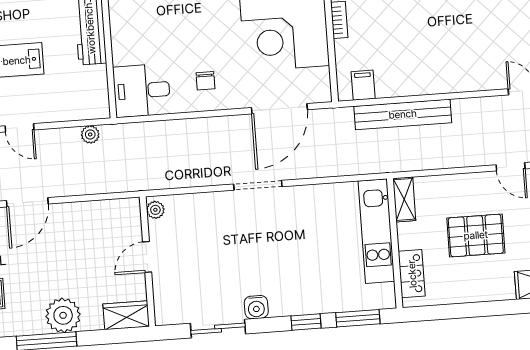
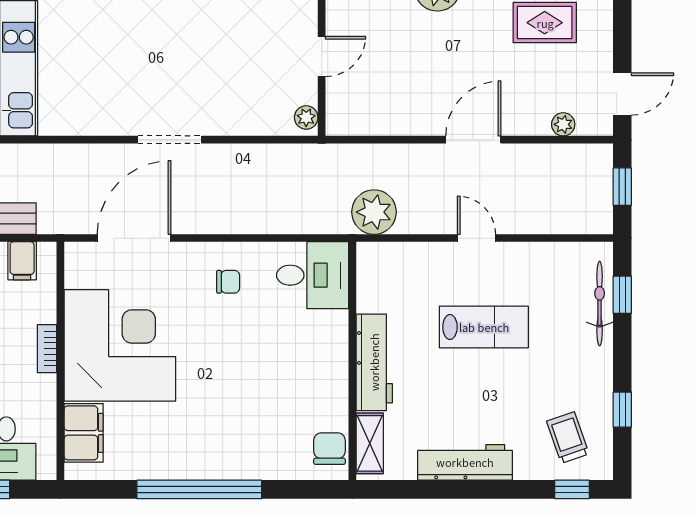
chair: (205, 81) -> (228, 282), turned 90
plant: (90, 134) -> (374, 212), width x1.88, depth x1.88

